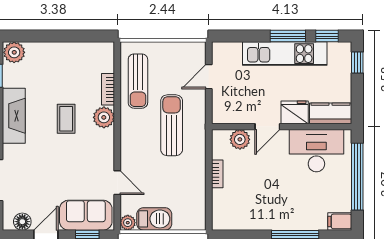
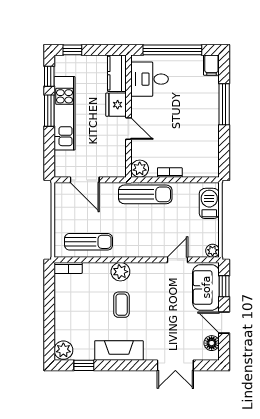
door: (209, 77) -> (85, 180), width x1.38
bookcase: (108, 89) -> (68, 268), moved
coffee table: (66, 119) -> (122, 305), turned 90
sun lounger: (172, 125) -> (145, 194), moved, turned 180
plant: (240, 139) -> (140, 169), moved
desk: (316, 151) -> (150, 79), width x0.73
barbecue: (154, 219) -> (209, 203), moved

